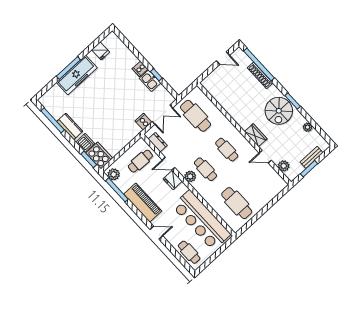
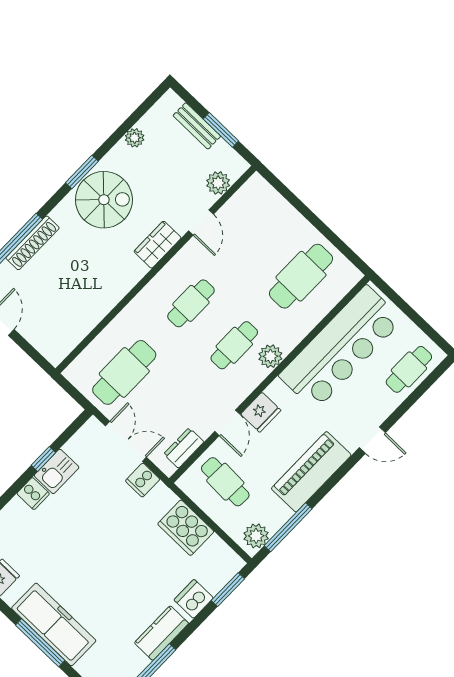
cooker: (99, 156) -> (186, 528), moved, turned -90
plant: (190, 176) -> (270, 356), moved
door: (156, 233) -> (372, 440), swing flipped

